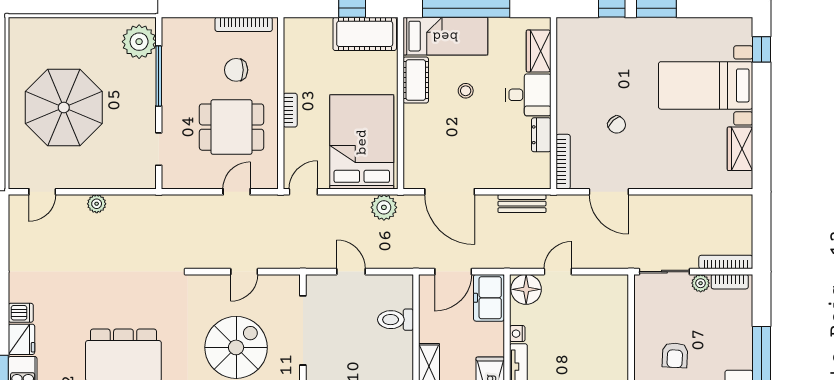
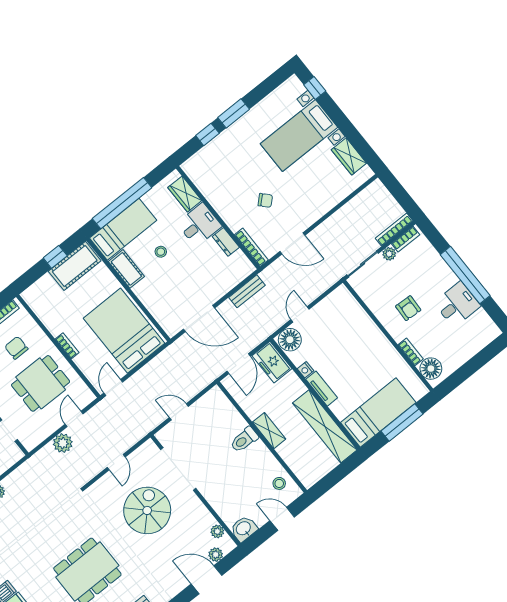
chair: (236, 70) -> (16, 348), turned 90
plant: (384, 207) -> (63, 443), moved
toilet: (396, 320) -> (244, 440), moved

